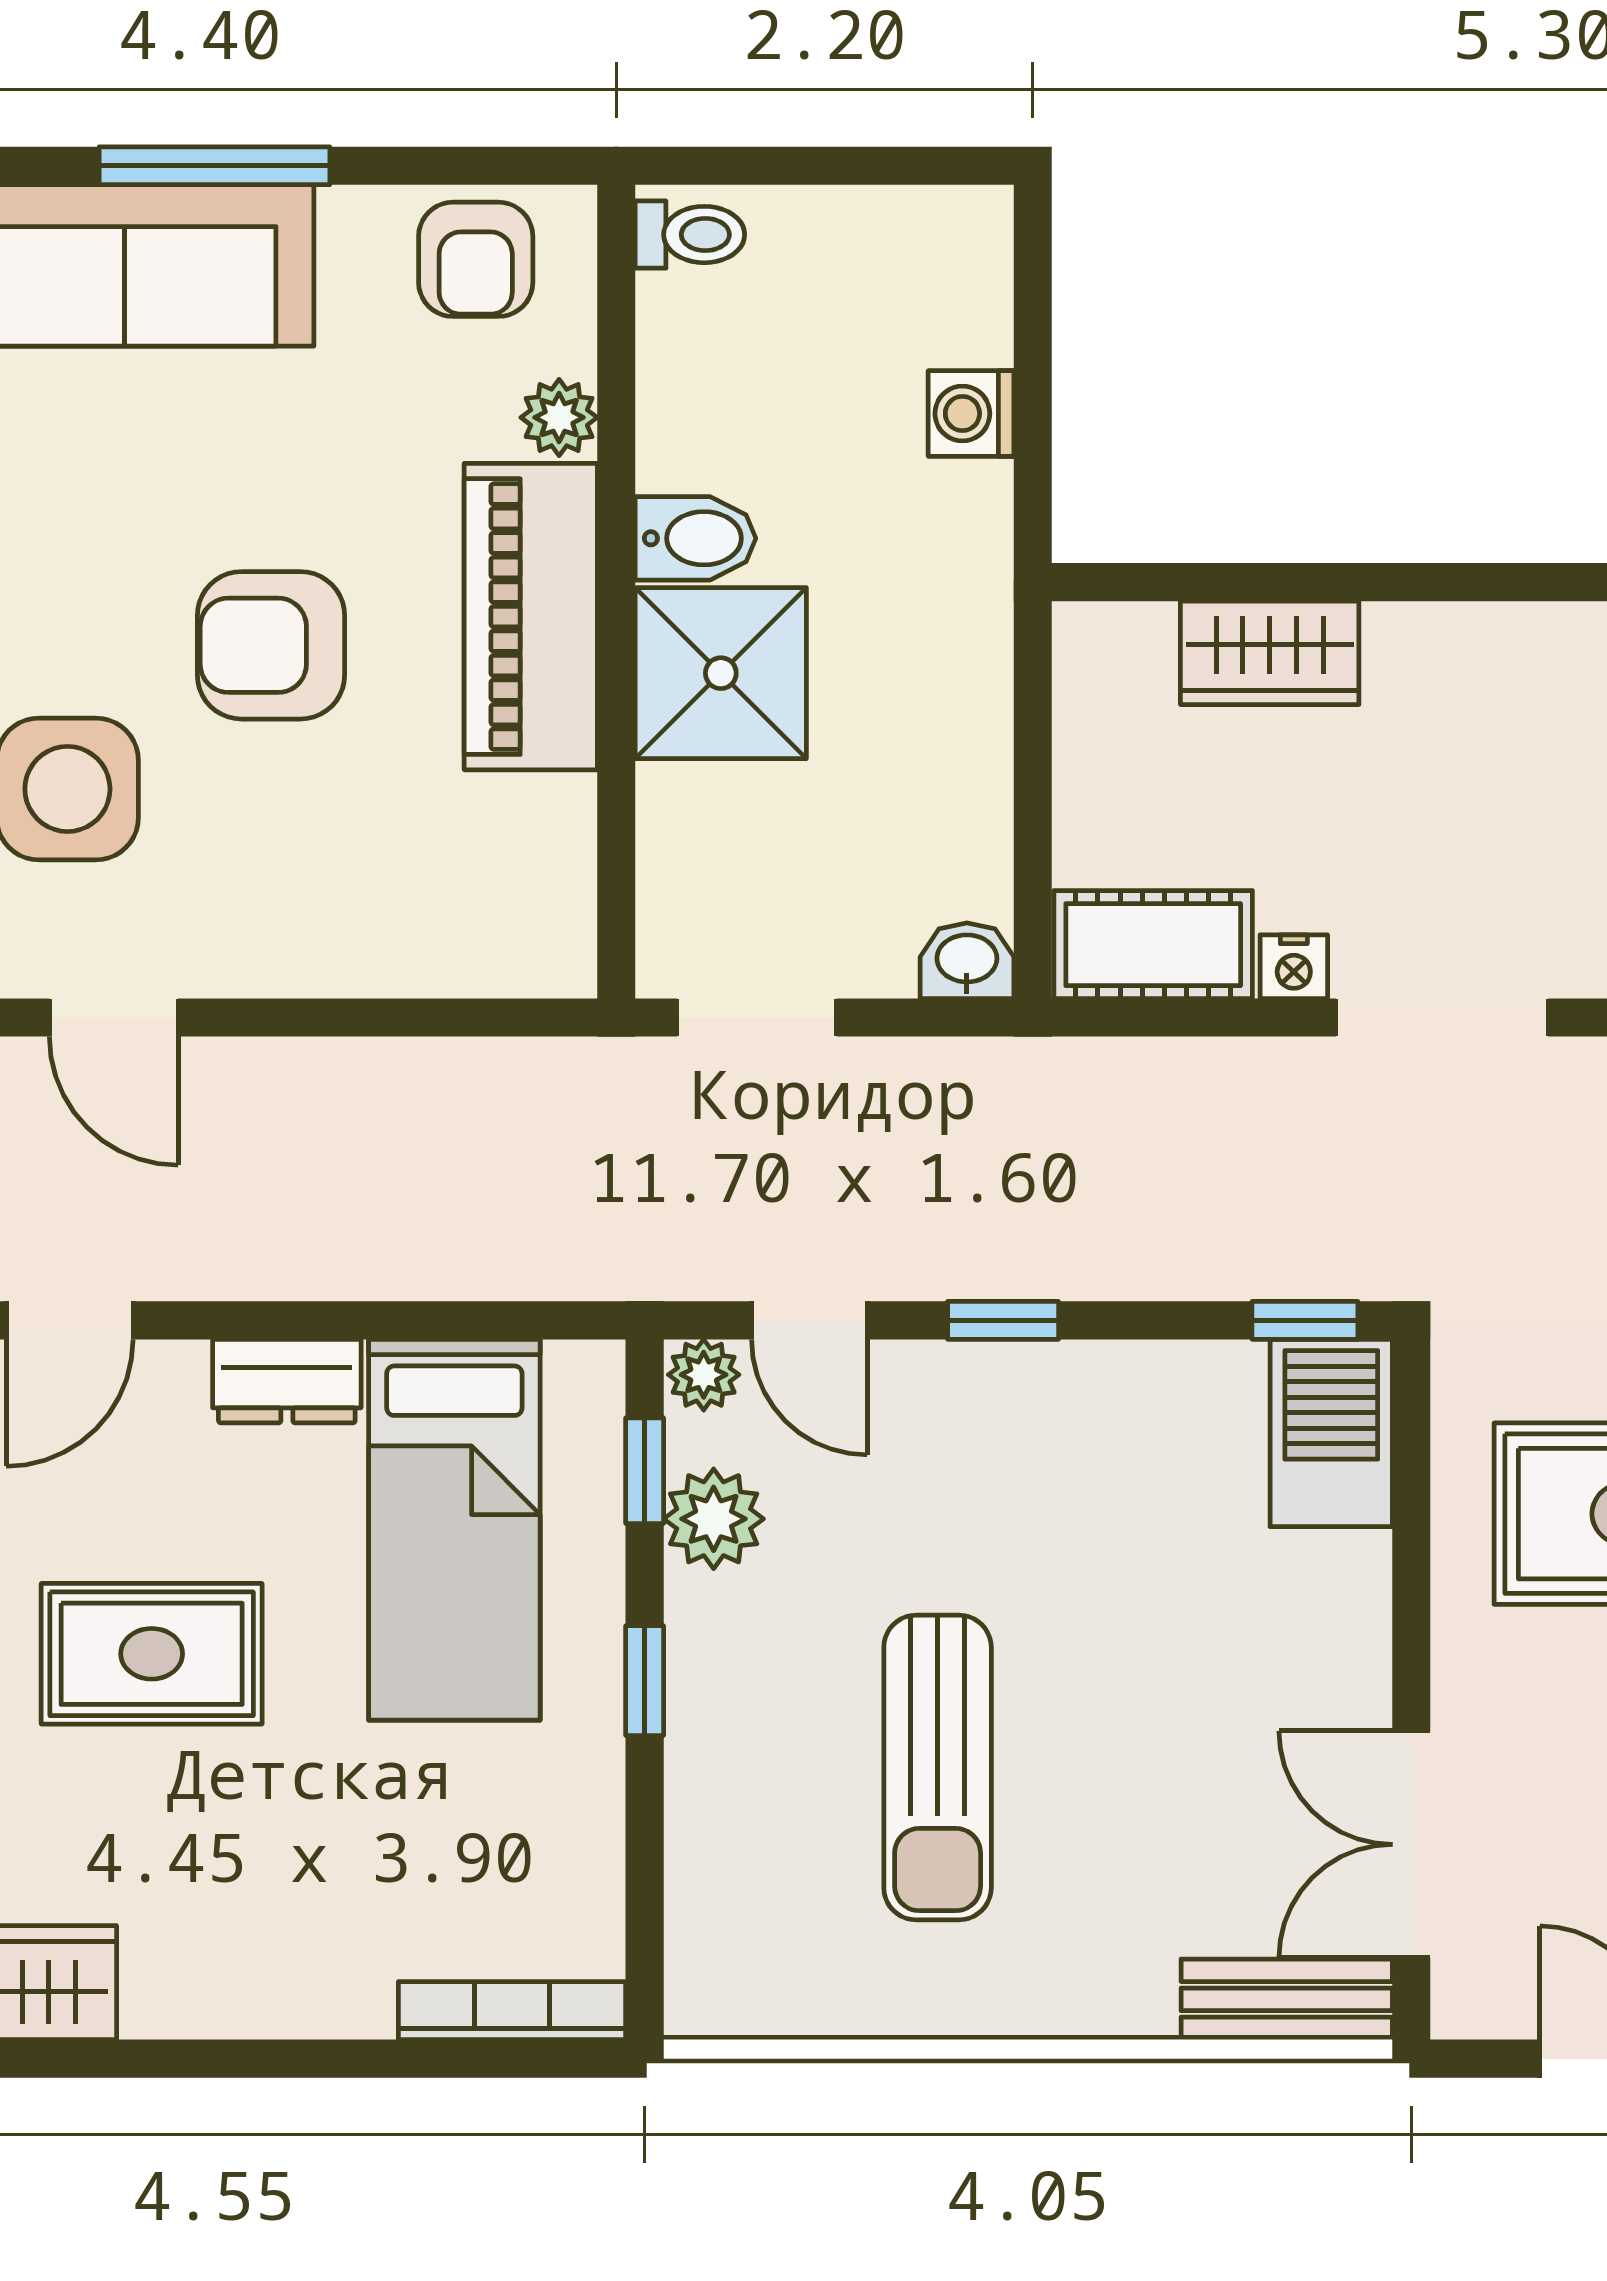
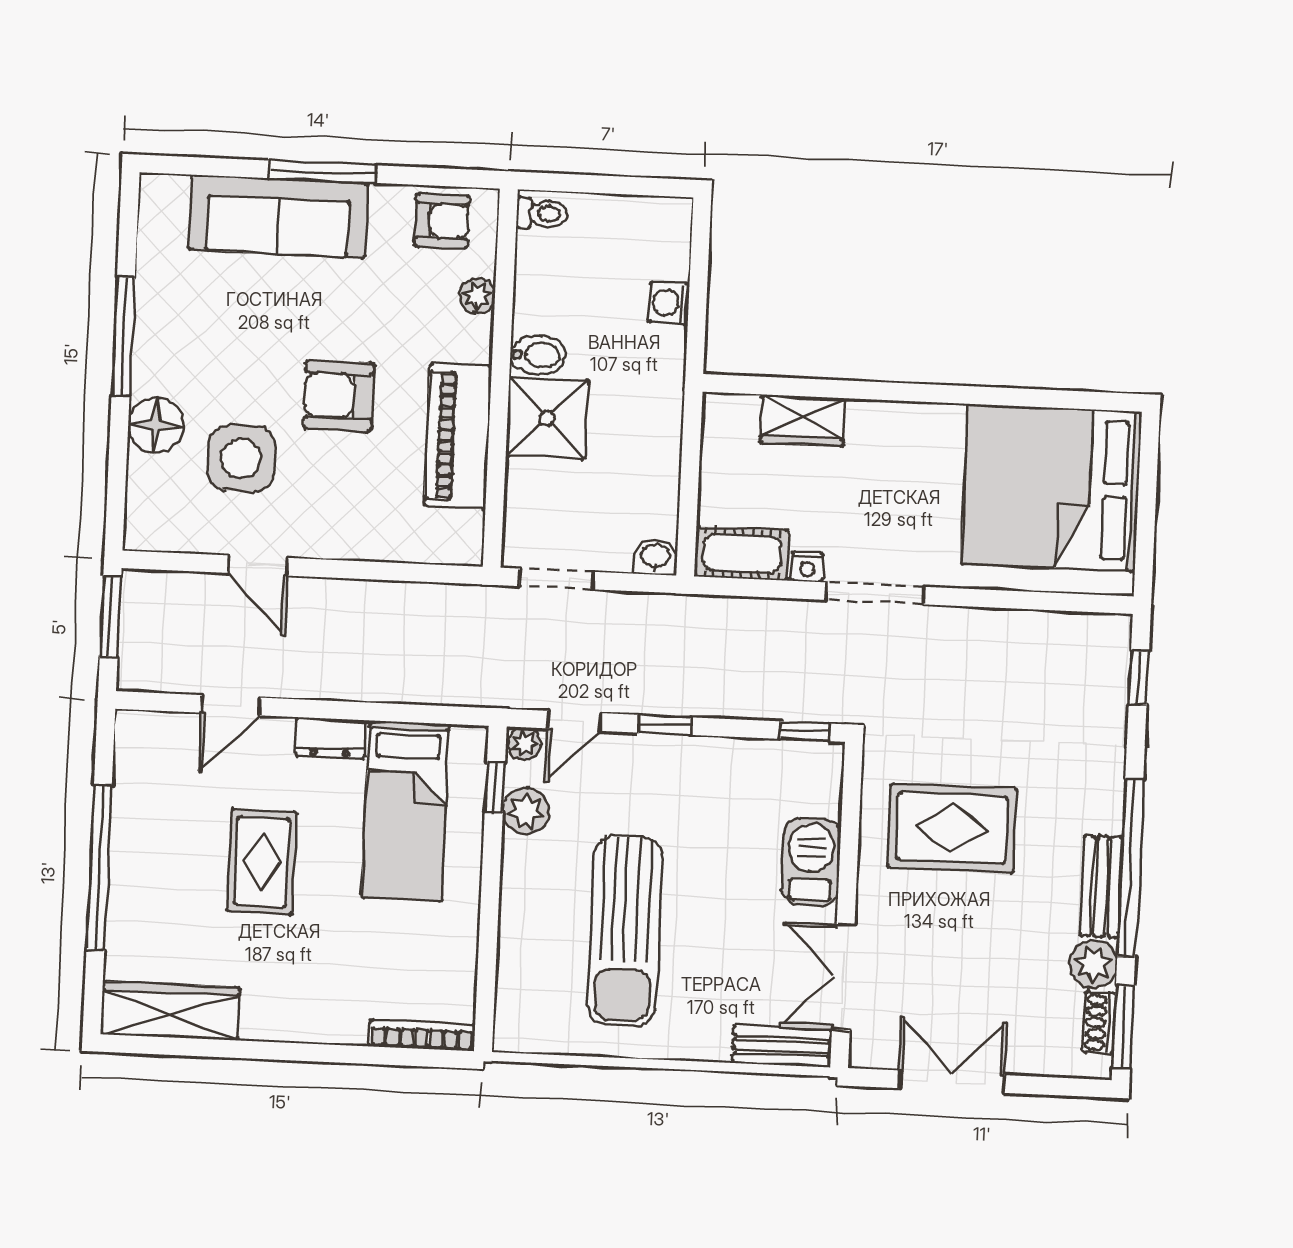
armchair: (476, 259) -> (442, 221), turned -90
piano: (531, 617) -> (458, 436), moved
door: (809, 1320) -> (575, 721), hinge flipped
barbecue: (1331, 1433) -> (811, 862), moved
rug: (152, 1654) -> (262, 862), turned 90
window: (645, 1681) -> (490, 885), removed
sun lounger: (938, 1768) -> (625, 931), width x1.36, depth x1.34

